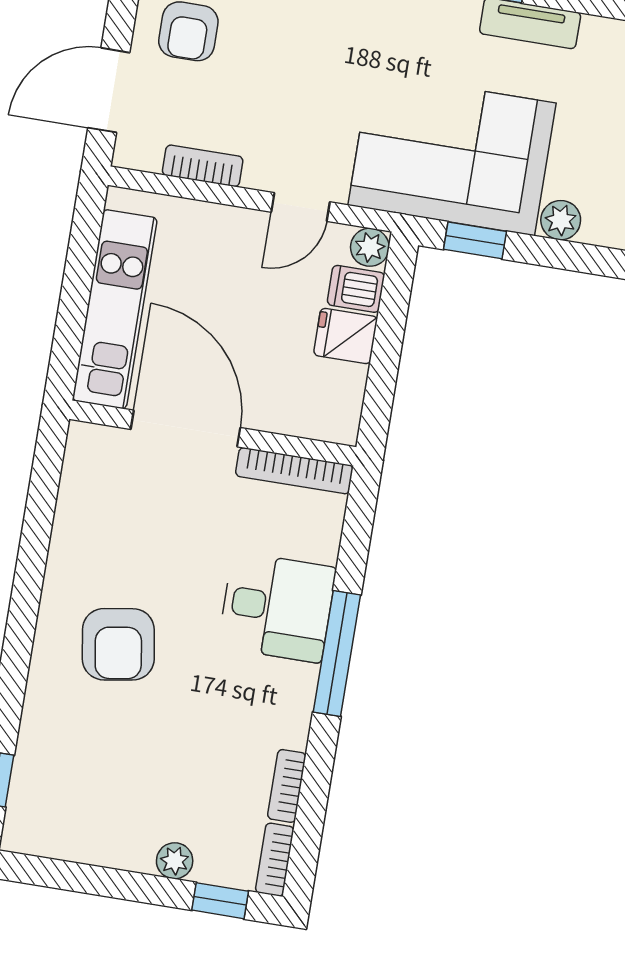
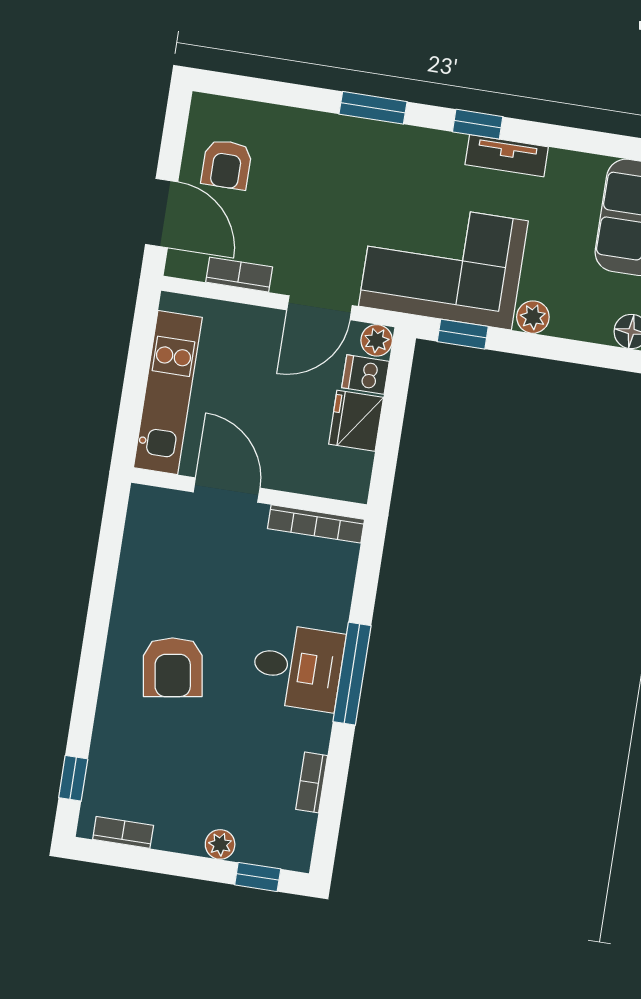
door: (109, 90) -> (162, 213), swing flipped
door: (300, 207) -> (320, 308), width x1.38
fridge: (346, 336) -> (356, 421), width x1.38
door: (186, 429) -> (227, 490), width x0.73
desk: (277, 607) -> (298, 667), moved
bookcase: (275, 860) -> (123, 832), moved, turned 90

